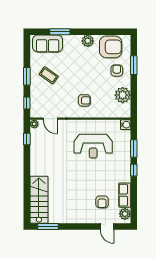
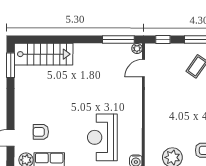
armchair: (84, 100) -> (166, 110), removed
window: (27, 139) -> (118, 39), width x2.17
reception desk: (93, 146) -> (102, 137), moved

